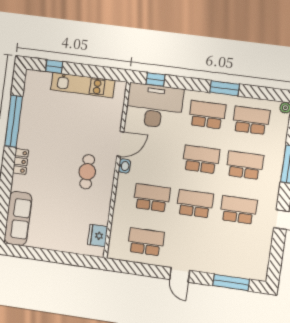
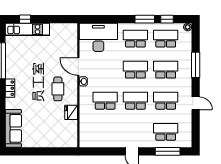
window: (156, 79) -> (167, 19), moved
kitchen unit: (83, 85) -> (27, 29), moved
door: (120, 144) -> (78, 67), swing flipped
fridge: (98, 236) -> (71, 112), moved
school desk: (146, 242) -> (166, 132), moved

